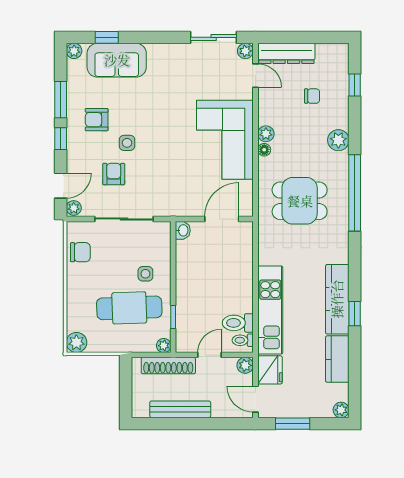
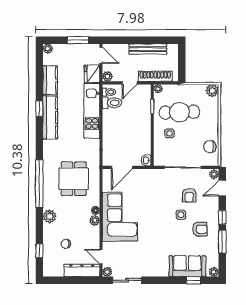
dining table: (300, 201) -> (74, 179), turned 90

